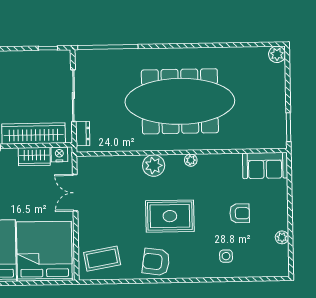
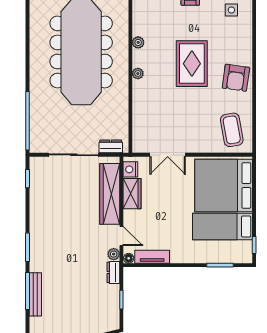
plant: (154, 166) -> (138, 74), width x0.53, depth x0.53

